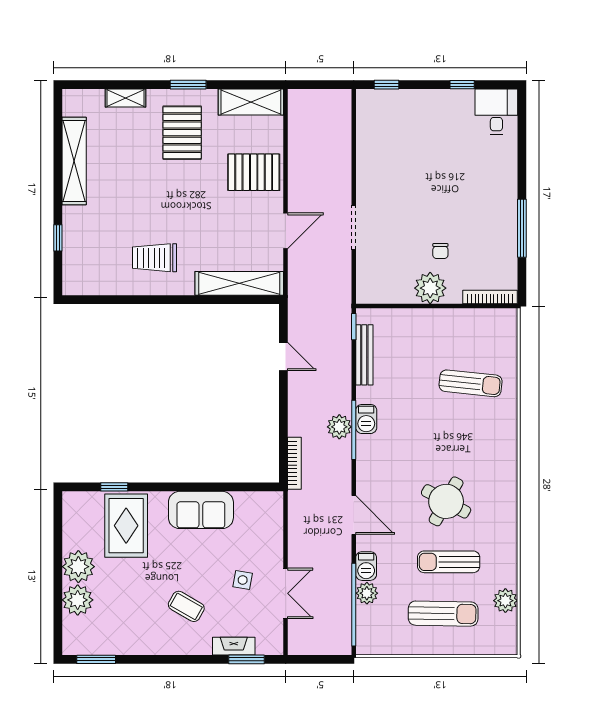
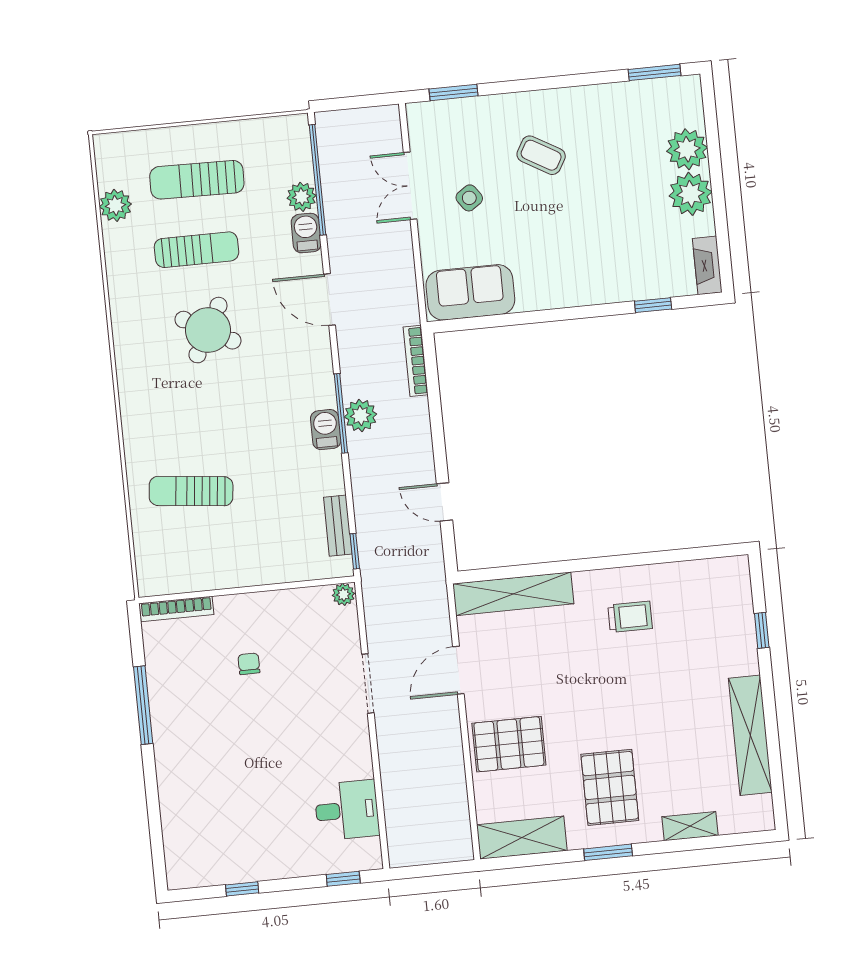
desk: (496, 112) -> (347, 810), moved, turned -90
trolley: (154, 258) -> (630, 617), width x0.73, depth x0.72
plant: (430, 288) -> (343, 594), moved, width x0.53, depth x0.53
bench: (364, 355) -> (338, 526), width x0.73
sofa: (201, 510) -> (470, 292), moved
rug: (126, 526) -> (632, 255), removed
side table: (243, 580) -> (469, 198), turned 45
fireplace: (234, 646) -> (707, 265), moved, turned 90

